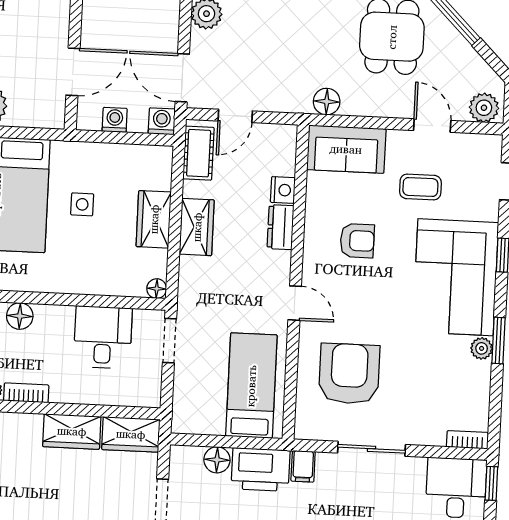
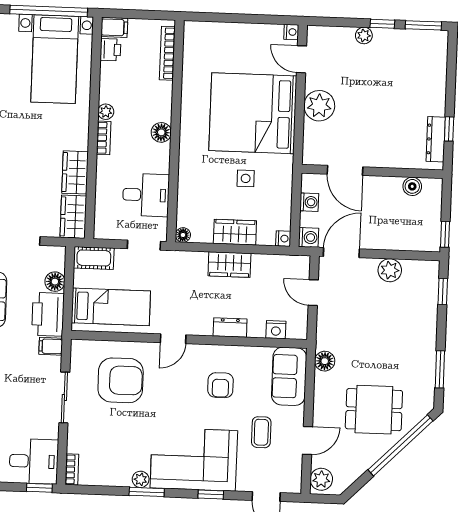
cot: (199, 153) -> (94, 258), moved
nightstand: (163, 155) -> (283, 239), added
nightstand: (283, 190) -> (276, 330), moved

